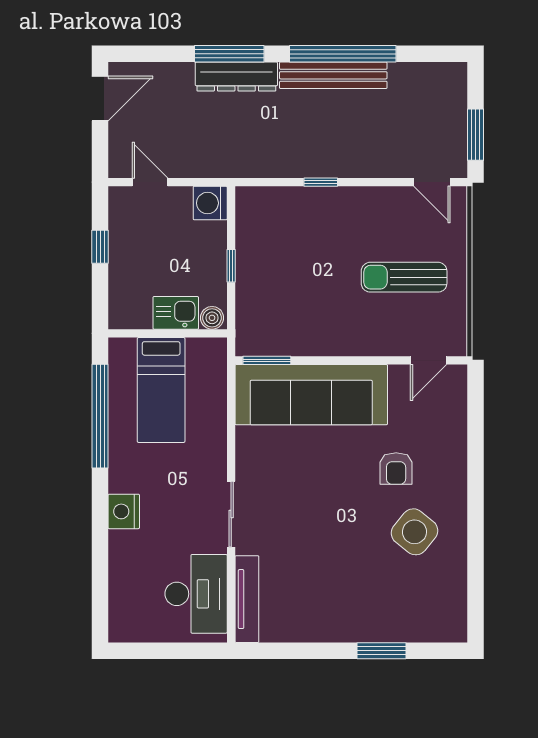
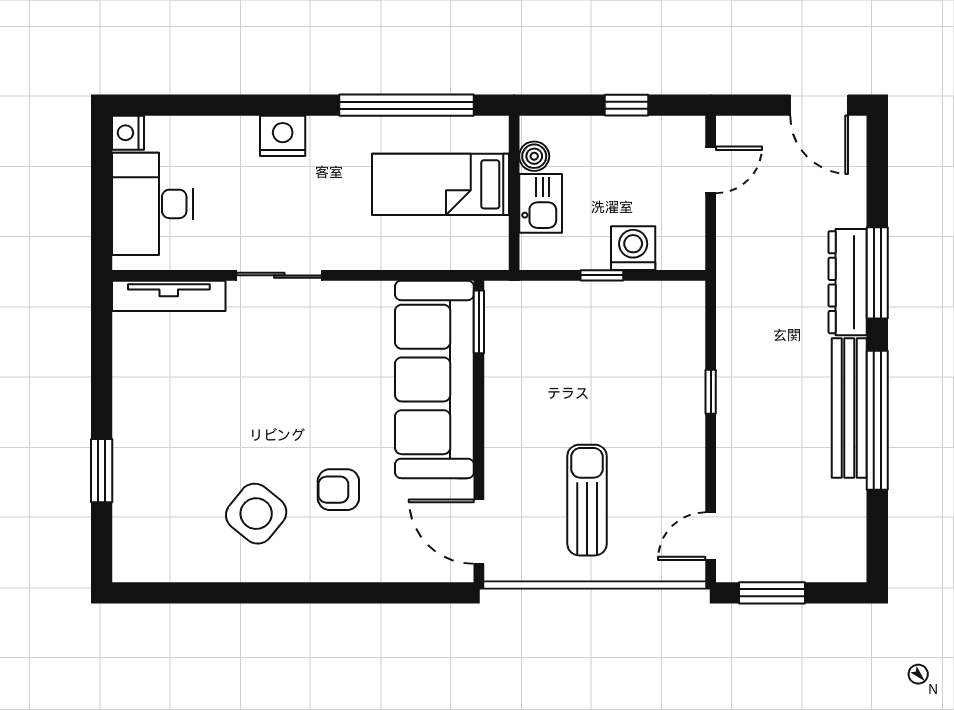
washing machine: (210, 203) -> (633, 248), moved
boiler: (212, 318) -> (534, 156), moved
door: (428, 360) -> (479, 532), width x1.38
desk: (196, 594) -> (152, 204), moved, turned 90
nightstand: (121, 630) -> (128, 133), added

